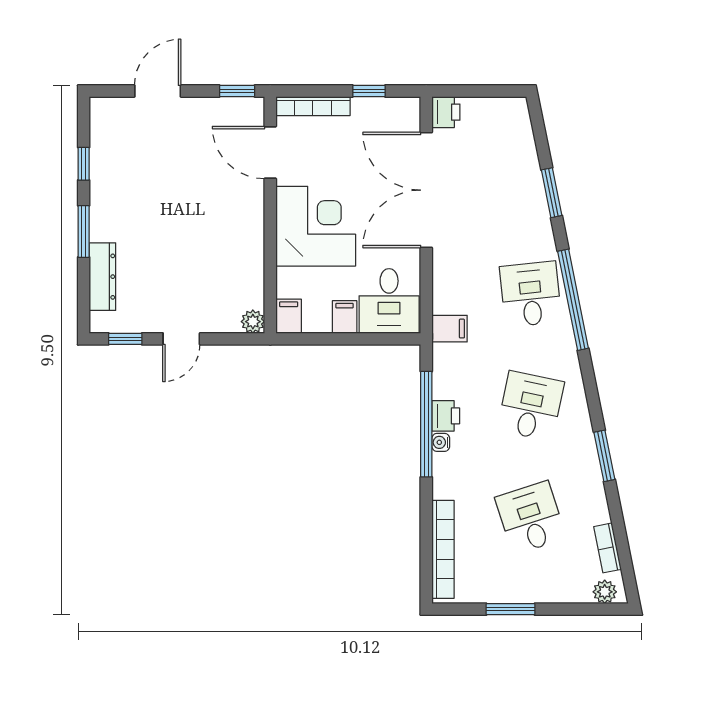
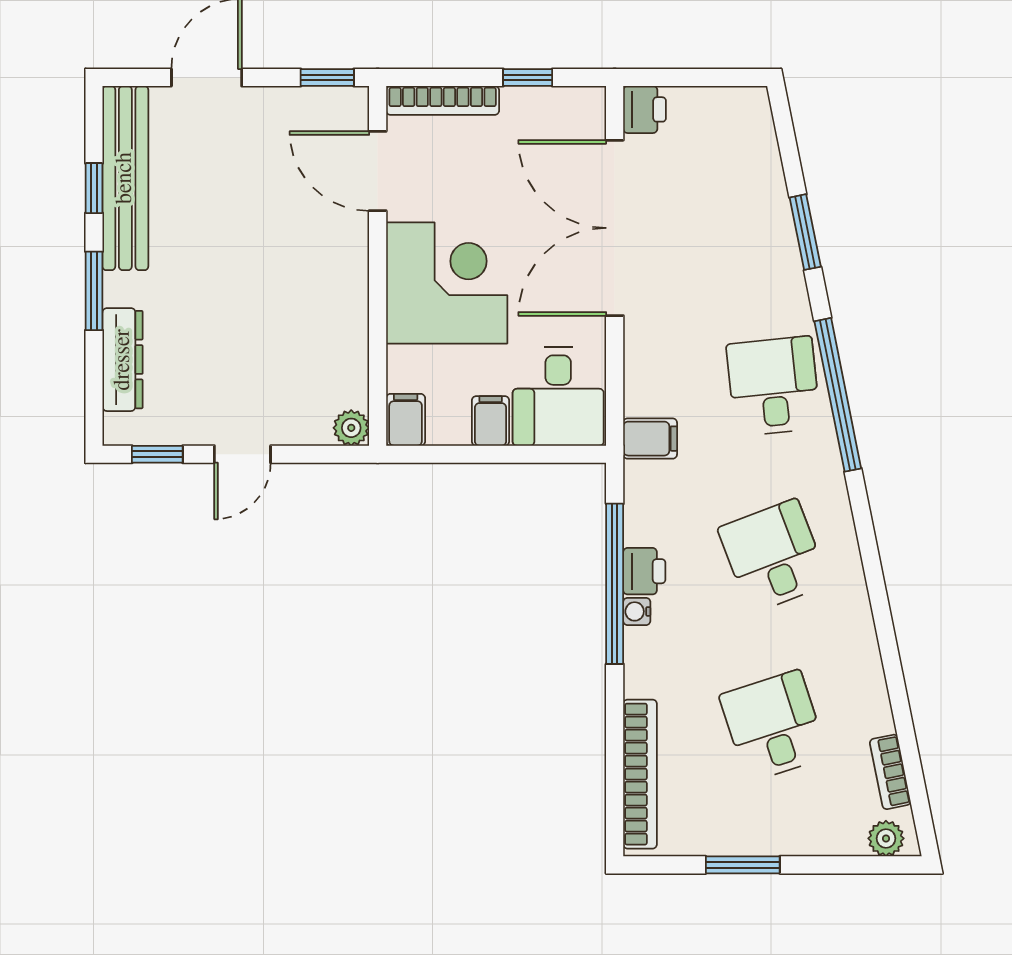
bench: (104, 157) -> (125, 178), added
desk: (531, 406) -> (773, 556), turned -33
window: (604, 456) -> (885, 632), removed

